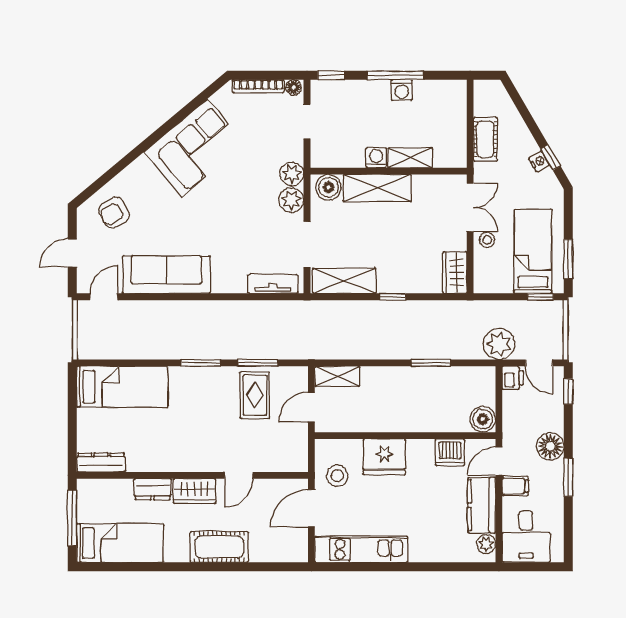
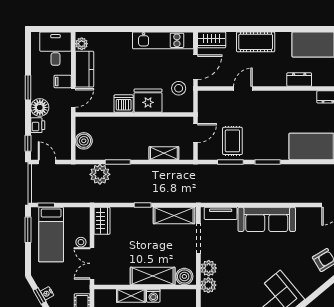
sofa: (166, 275) -> (267, 219), moved
plant: (499, 344) -> (100, 174), moved
shelving: (337, 376) -> (164, 153), moved
printer: (513, 378) -> (38, 125), moved, turned 180
boiler: (483, 419) -> (84, 141), moved
dishwasher: (450, 452) -> (124, 103), moved
wardrobe: (194, 491) -> (212, 40), moved, turned 180

